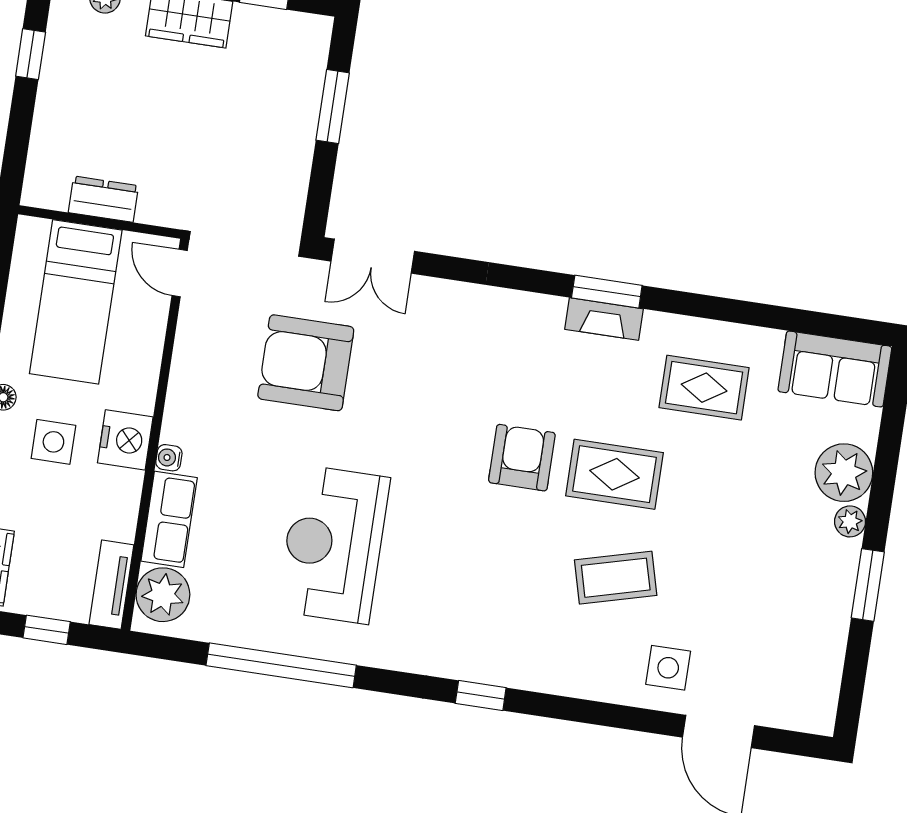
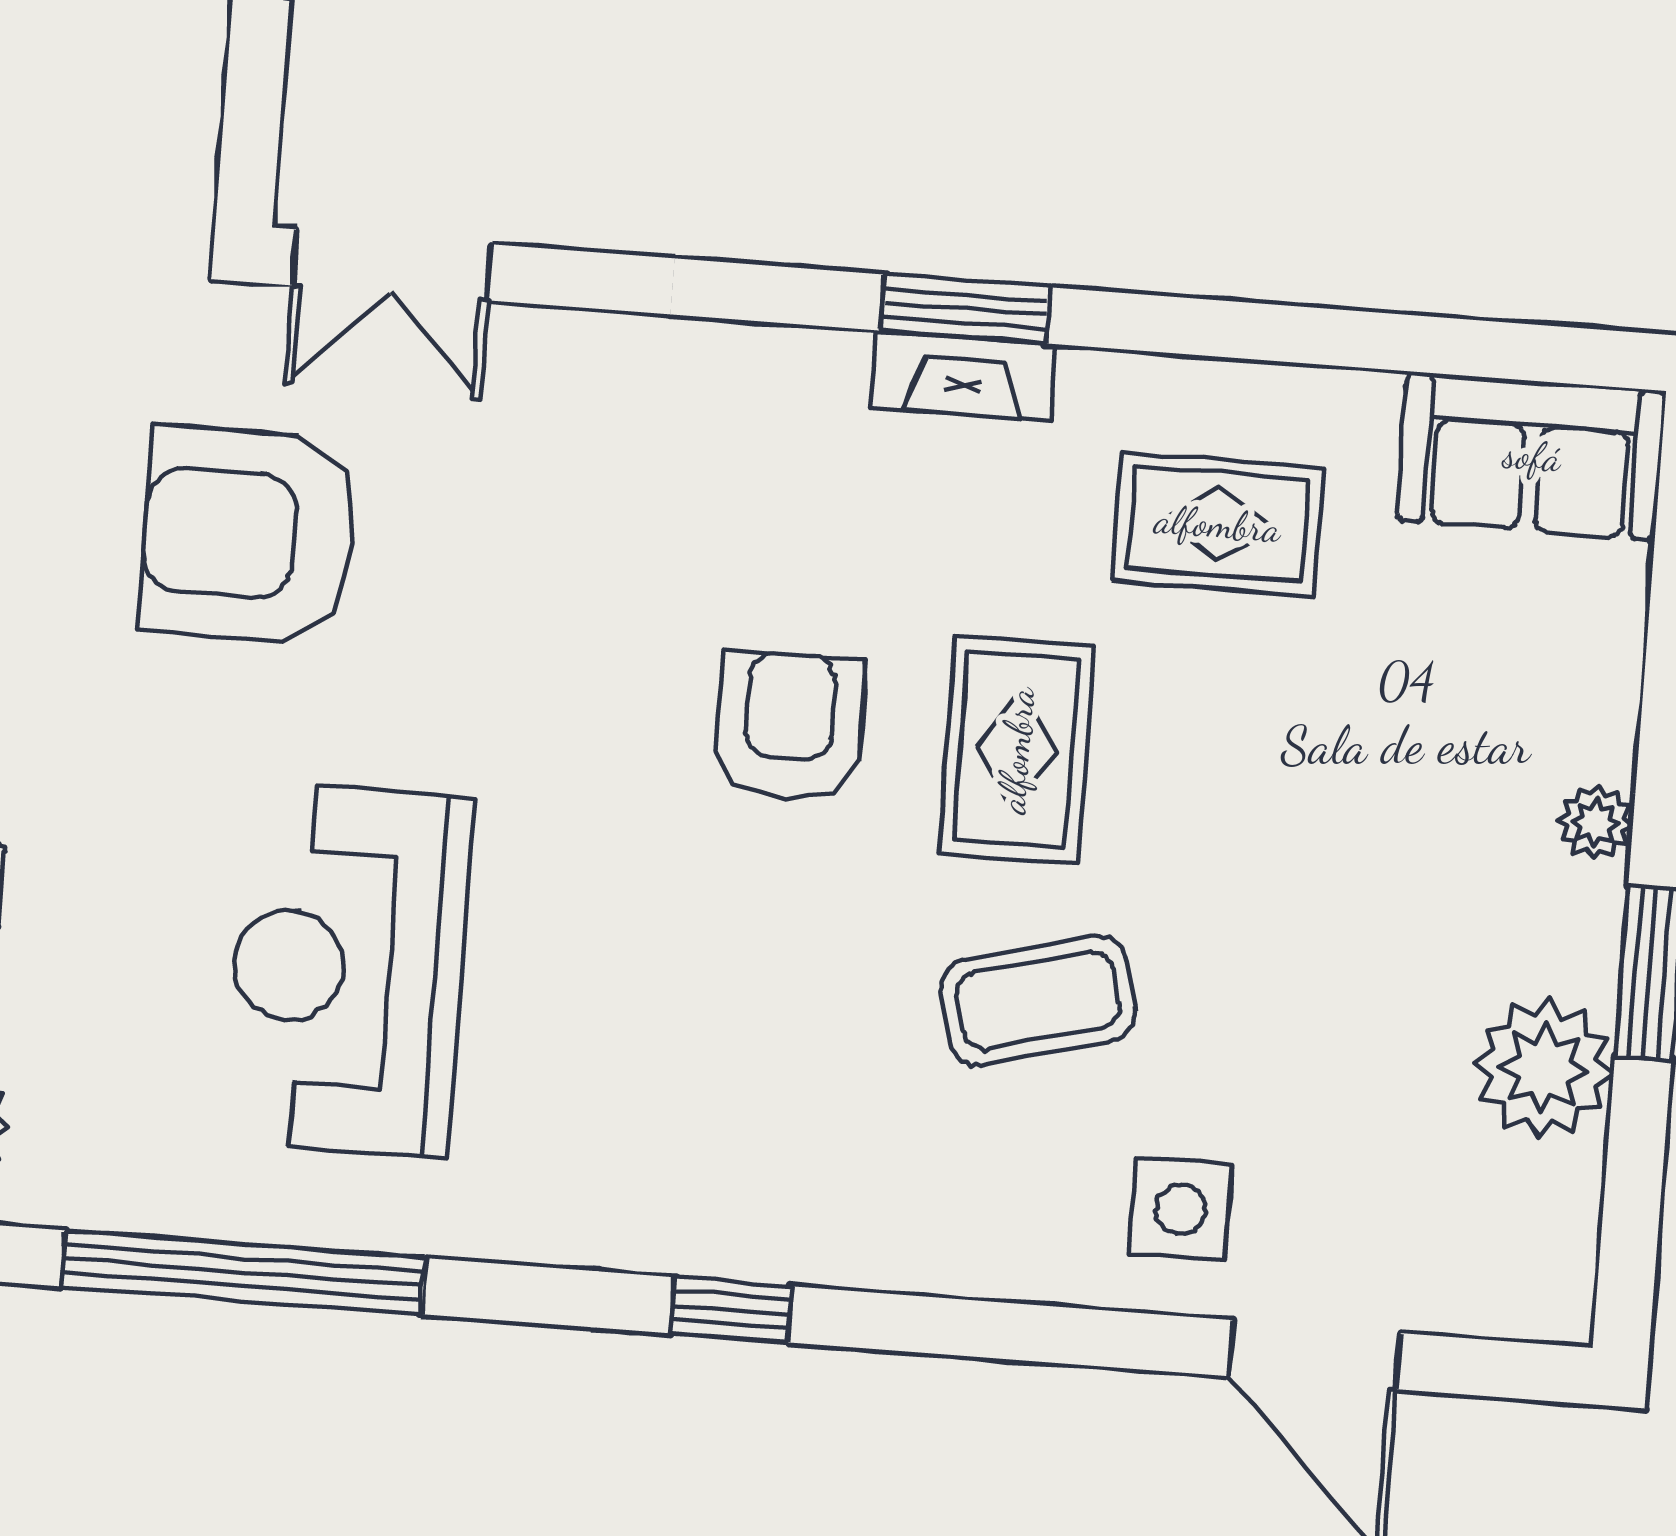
plant: (844, 473) -> (1544, 1069), moved
rug: (614, 474) -> (1016, 750), turned 90

